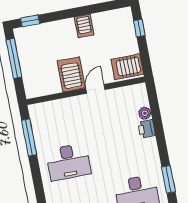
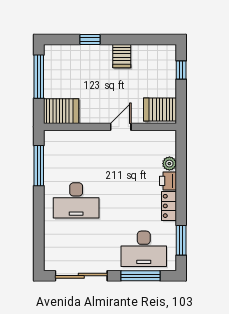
window: (30, 21) -> (90, 39), moved
server rack: (71, 74) -> (61, 111), moved, turned 90
locker: (152, 151) -> (169, 206), added

